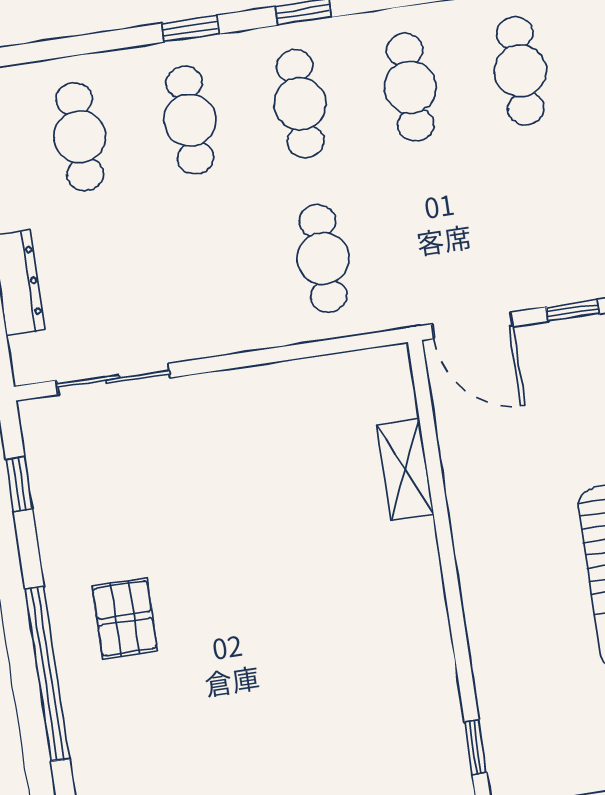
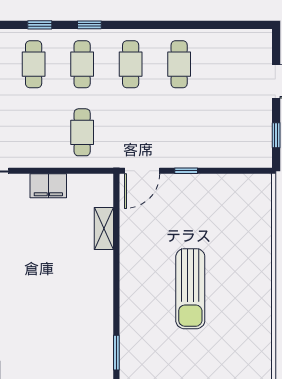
door: (472, 325) -> (142, 171), hinge flipped
filing cabinet: (265, 391) -> (48, 186), added
window: (476, 747) -> (116, 353), width x1.50

